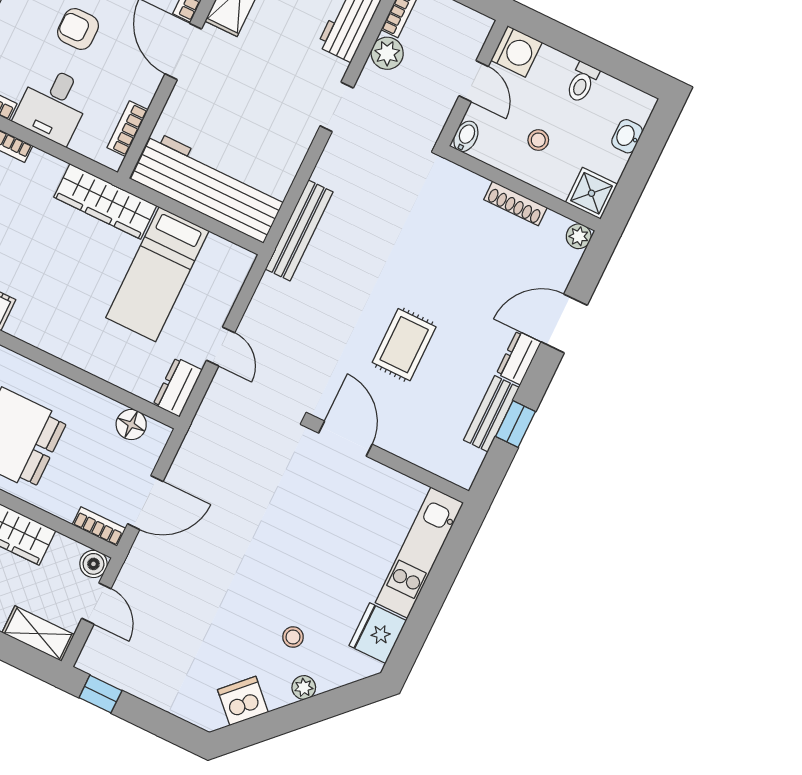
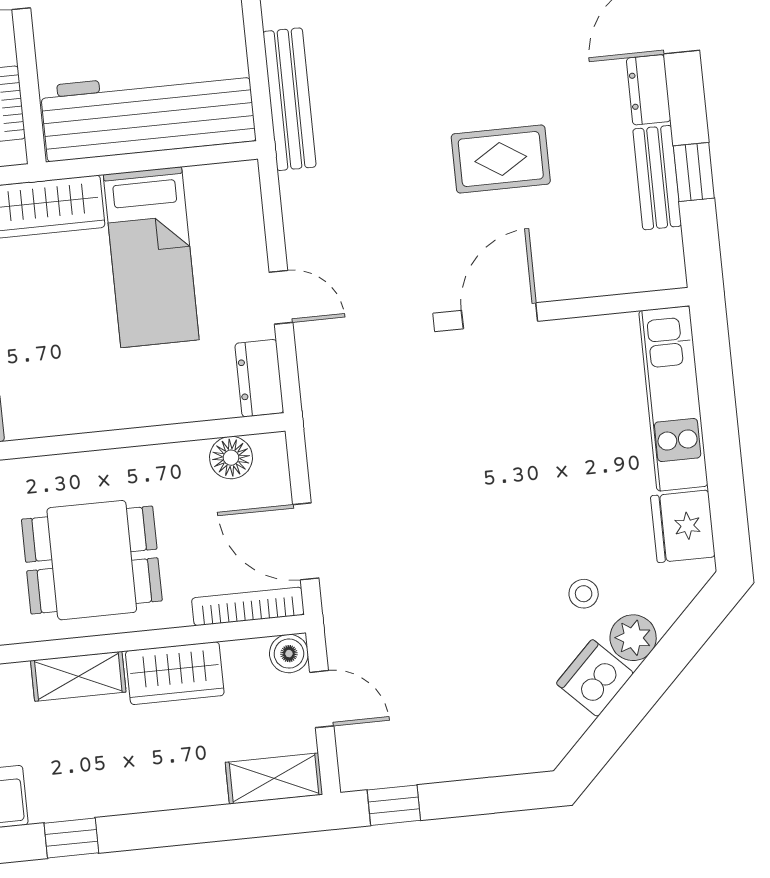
rug: (404, 345) -> (501, 159), turned 90
door: (345, 439) -> (500, 316), hinge flipped
door: (145, 503) -> (306, 541), swing flipped
bookcase: (99, 526) -> (248, 606), width x1.56
plant: (304, 687) -> (633, 638), width x1.38, depth x1.38
dishwasher: (243, 701) -> (595, 678), moved

